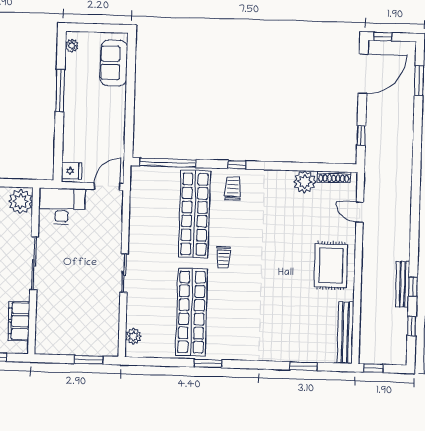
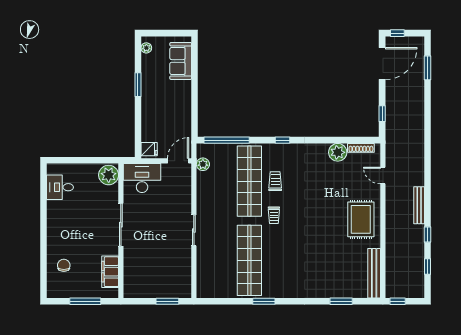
window: (60, 91) -> (138, 85), width x0.69
trolley: (233, 188) -> (275, 181), moved
bench: (403, 284) -> (419, 205), moved
plant: (133, 336) -> (203, 164), moved

